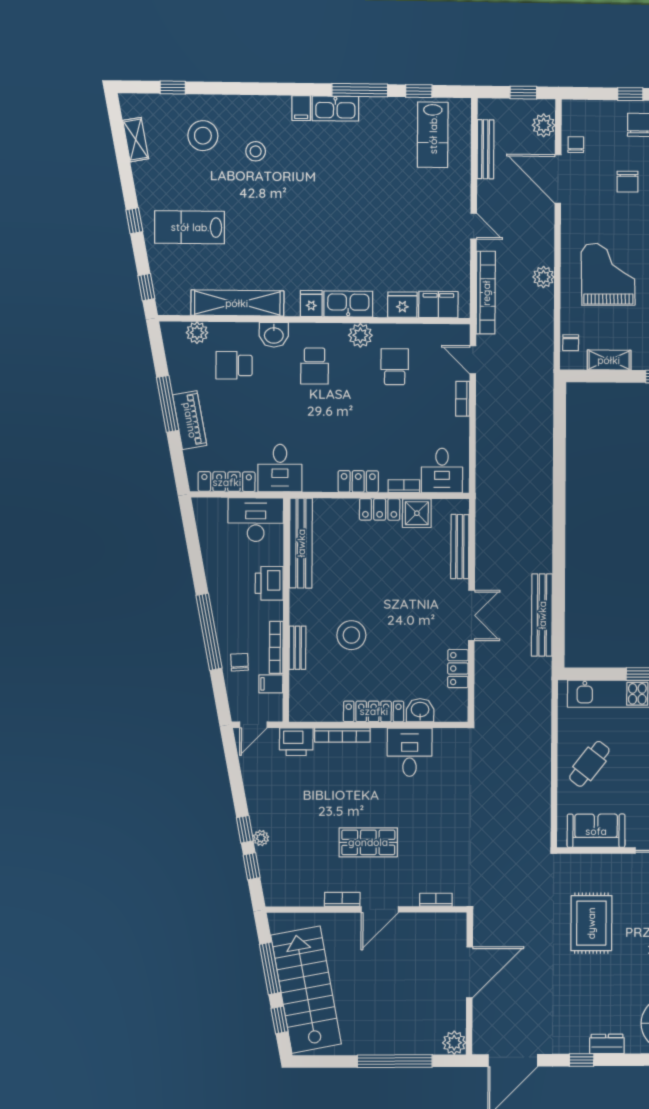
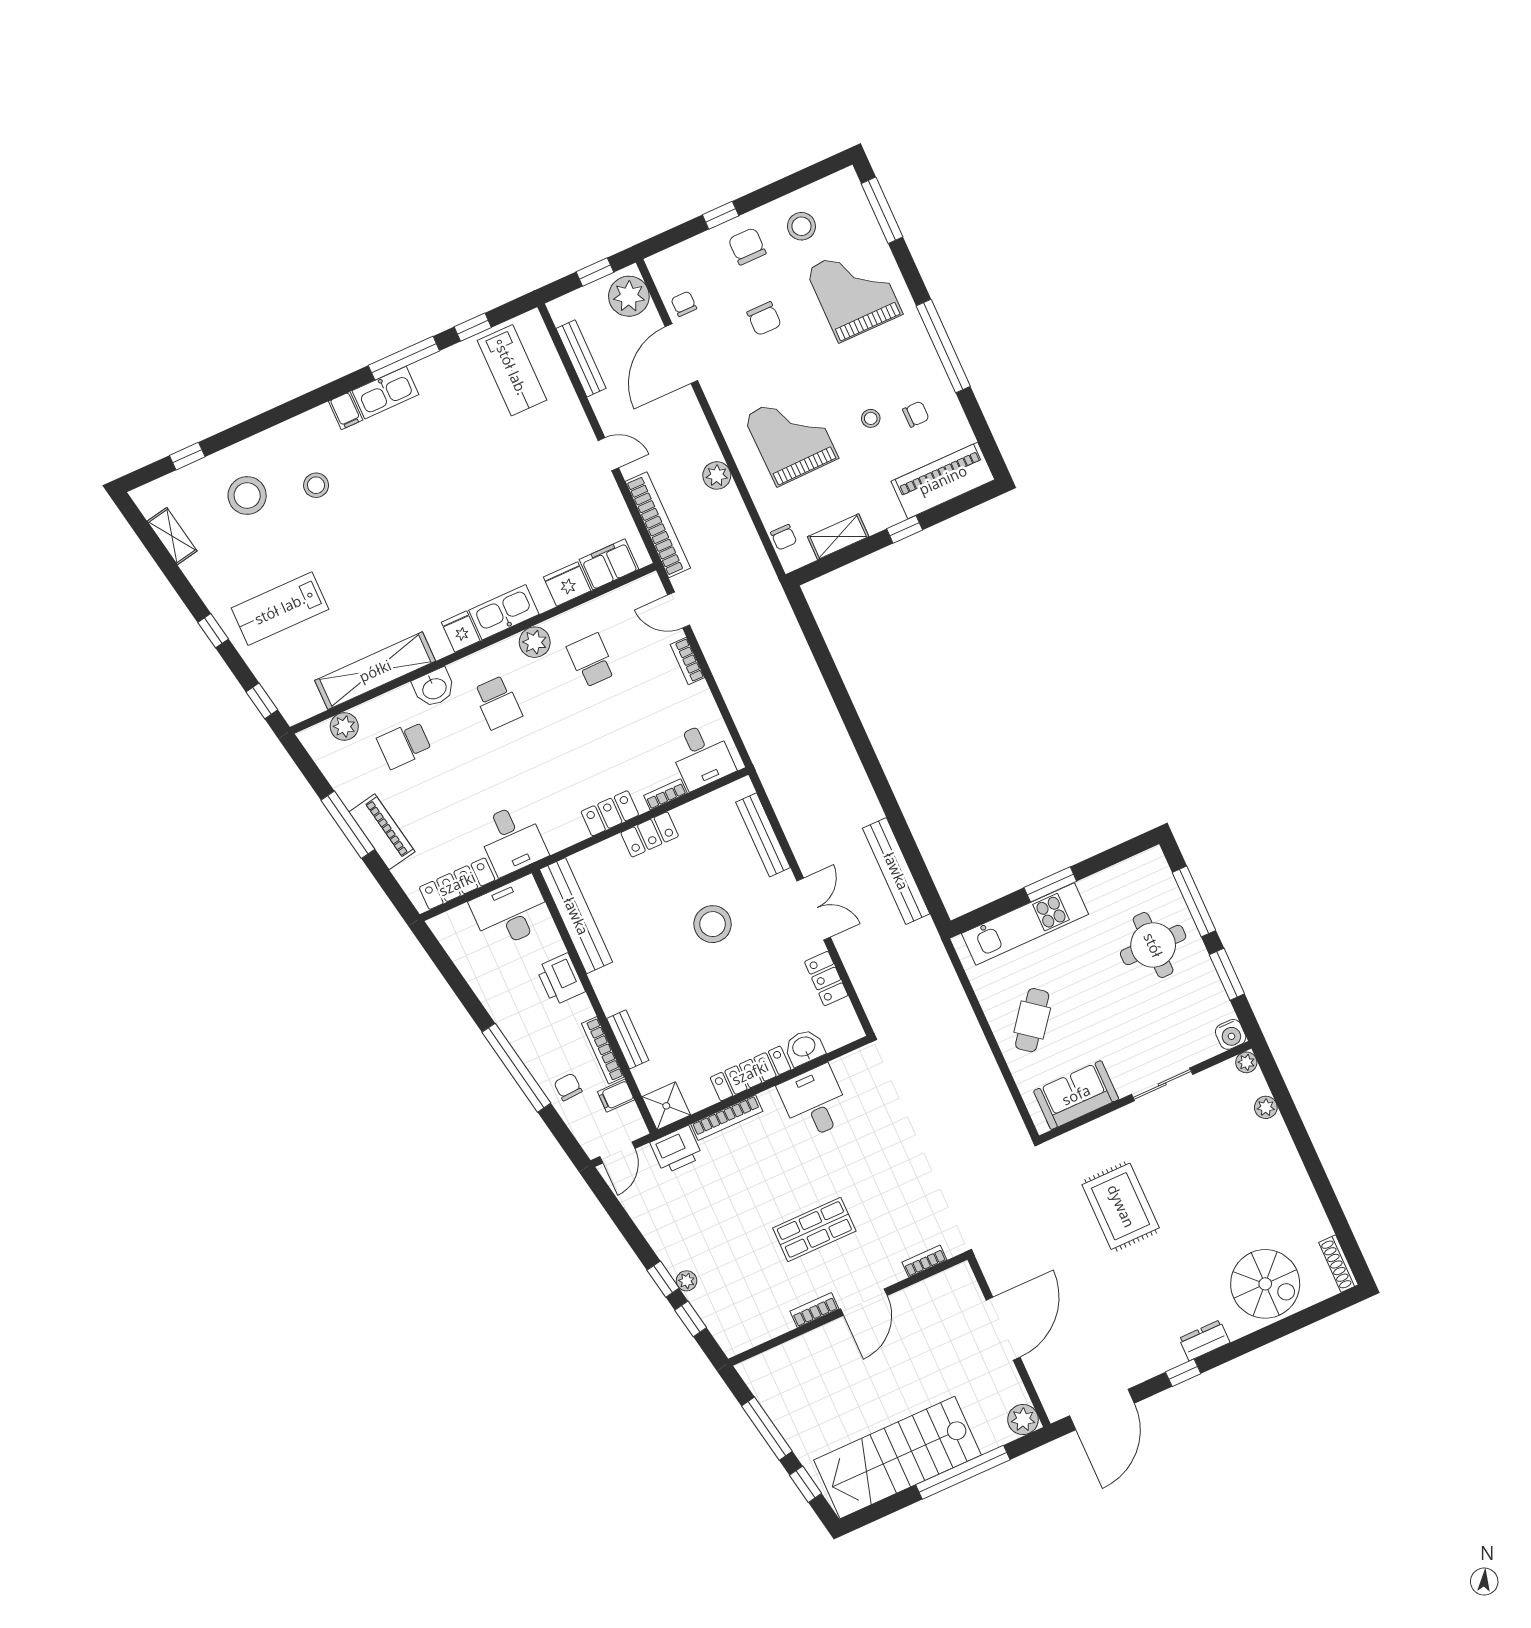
plant: (544, 125) -> (629, 296), width x1.36, depth x1.36
door: (558, 179) -> (681, 354), hinge flipped
shower: (417, 513) -> (666, 1106), moved
stool: (351, 635) -> (713, 924), moved
stairs: (306, 990) -> (897, 1458), moved, turned -80

